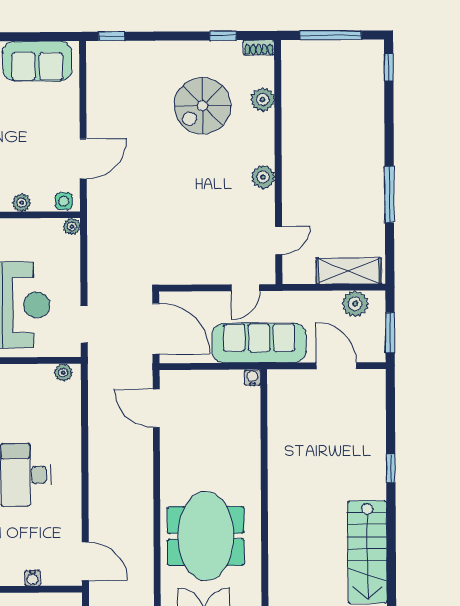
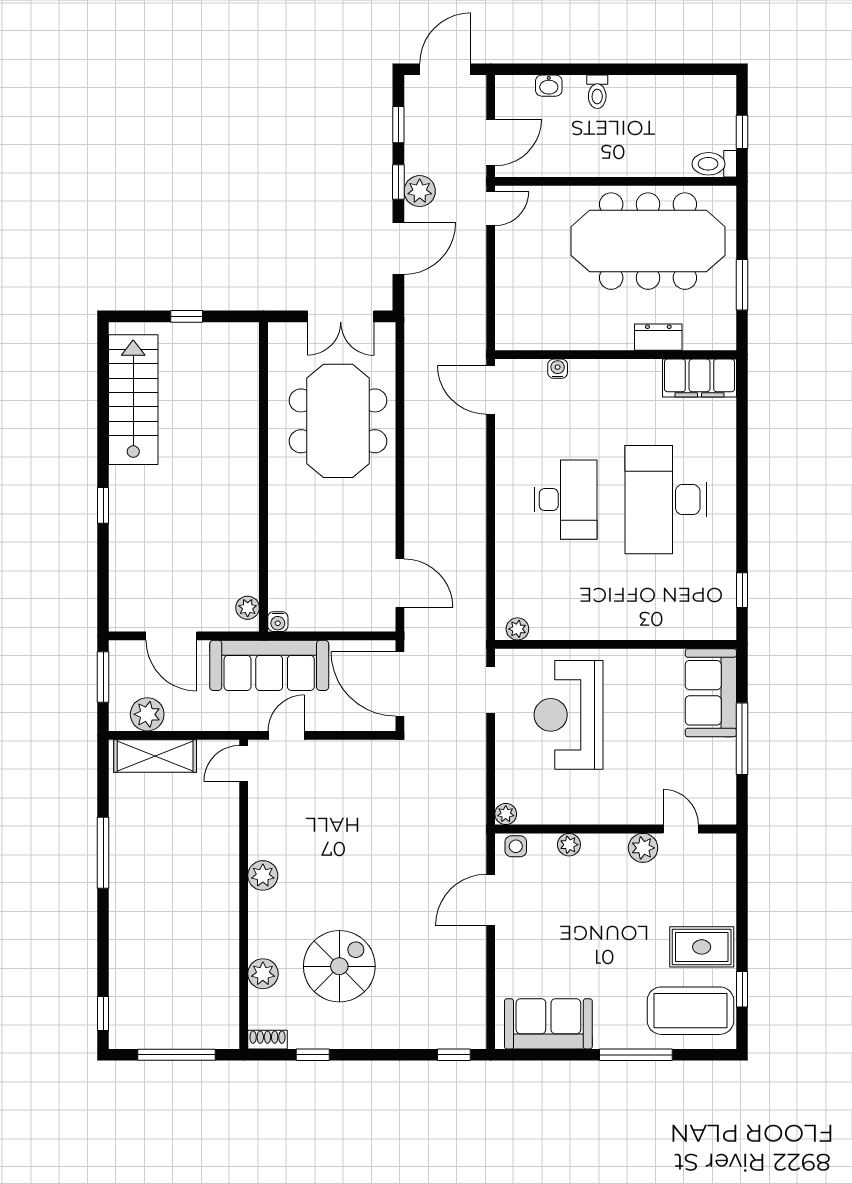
door: (279, 240) -> (244, 763), moved
plant: (276, 388) -> (248, 608), added

